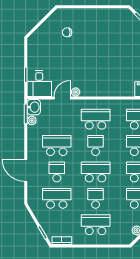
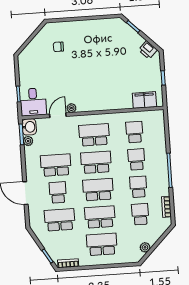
school desk: (96, 146) -> (96, 162), width x1.85
school desk: (96, 198) -> (100, 217), width x1.85

